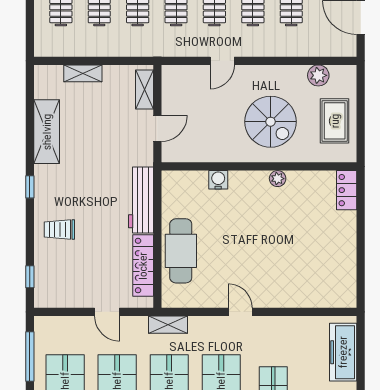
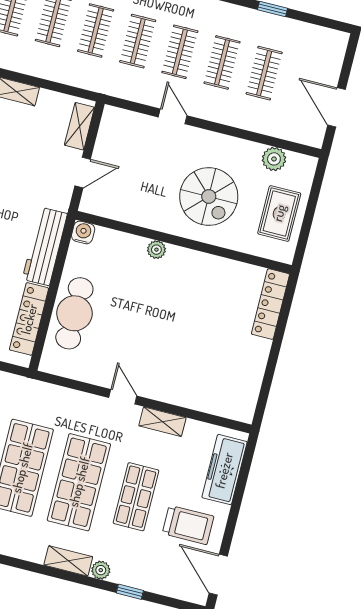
door: (222, 61) -> (173, 116), swing flipped
plant: (278, 179) -> (156, 250), moved
water cooler: (218, 180) -> (83, 232), moved
locker: (347, 190) -> (270, 304), width x1.53
shelving: (168, 325) -> (162, 422), moved

